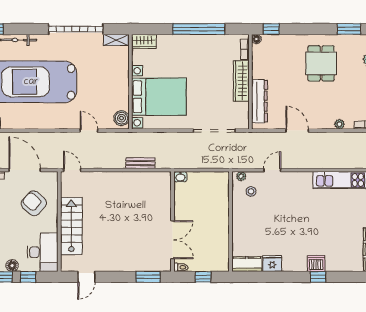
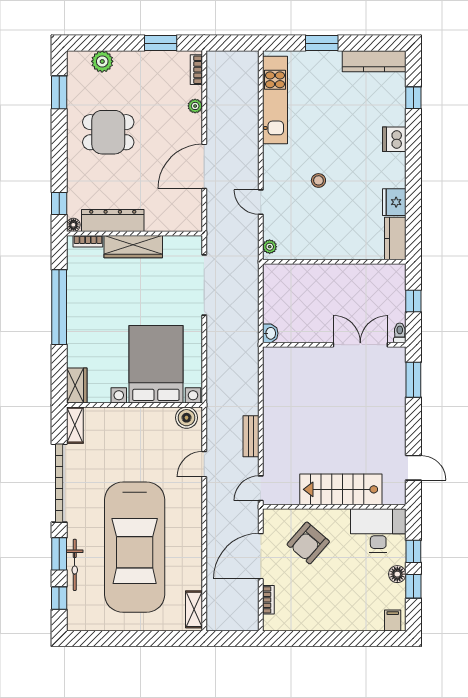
window: (26, 29) -> (59, 554), added
dresser: (259, 101) -> (113, 220), moved
door: (297, 131) -> (204, 166), width x1.36
bench: (140, 163) -> (251, 436), moved
stool: (251, 191) -> (318, 180), moved
window: (318, 277) -> (413, 98), moved

